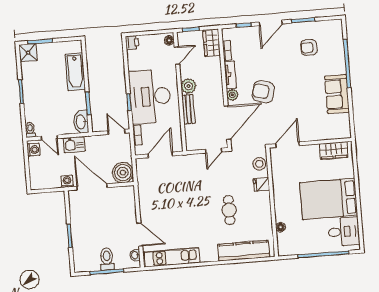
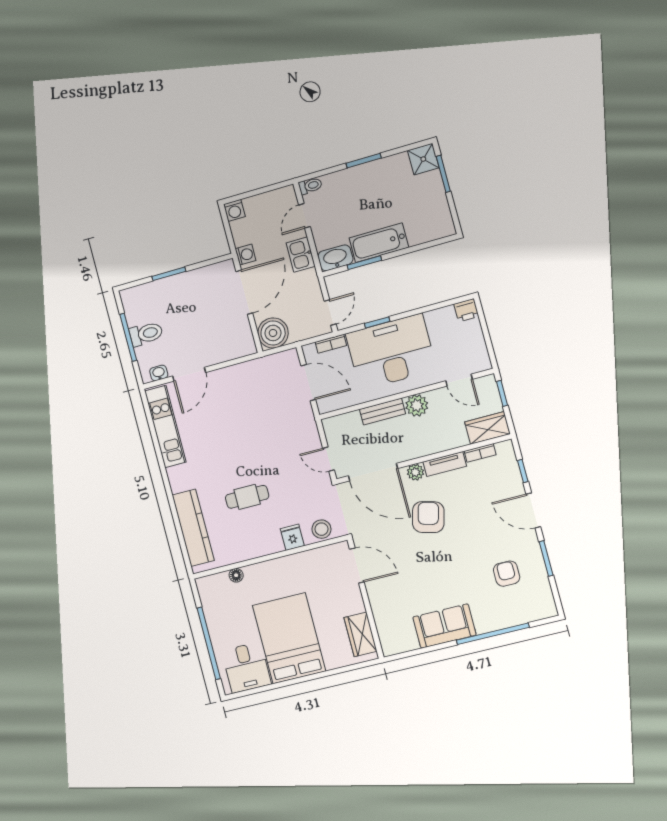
floor lamp: (169, 40) -> (480, 365), removed
bathtub: (75, 72) -> (379, 243), moved
washing machine: (33, 150) -> (234, 210), moved

